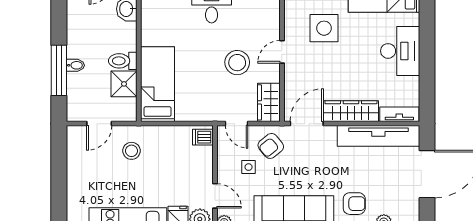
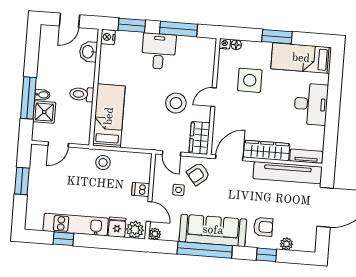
shower: (124, 84) -> (44, 112), moved
dishwasher: (203, 137) -> (141, 189), moved
stool: (132, 151) -> (103, 162), moved
window: (59, 171) -> (22, 181), added

